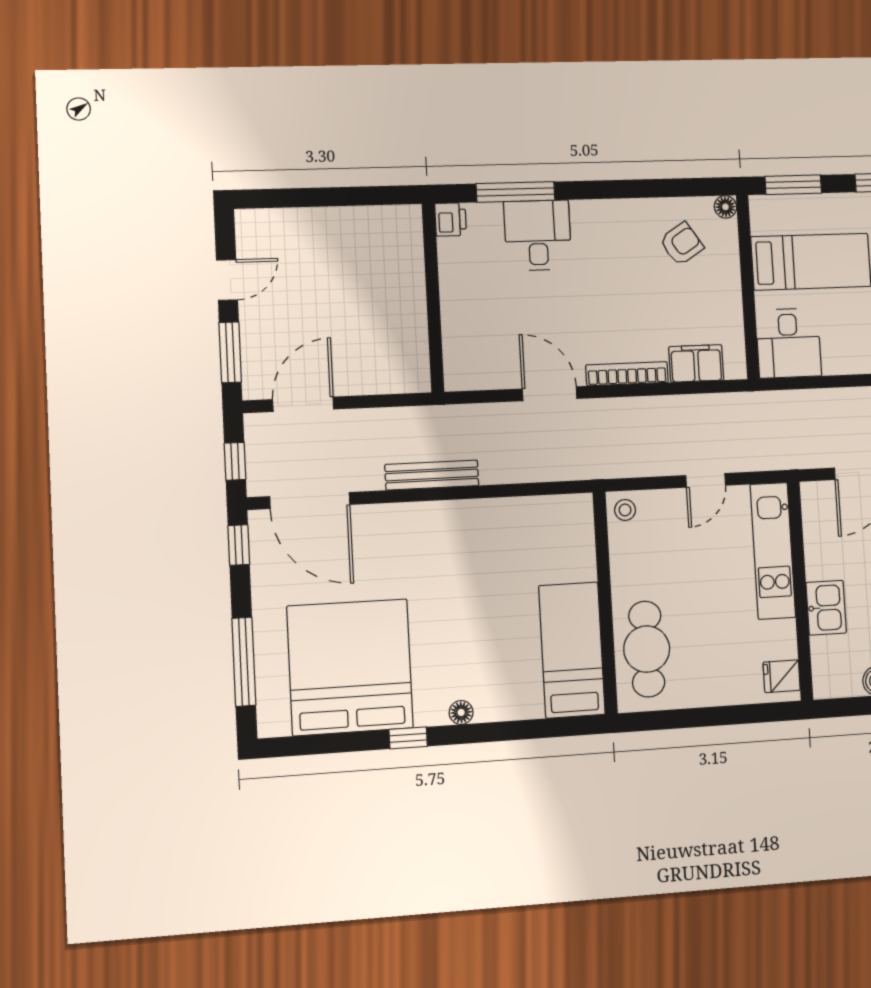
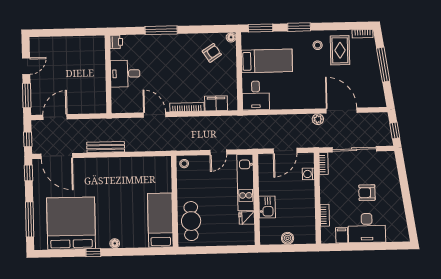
window: (515, 192) -> (161, 30), moved
desk: (538, 235) -> (125, 74), moved, turned -90
fridge: (782, 676) -> (247, 218), moved

